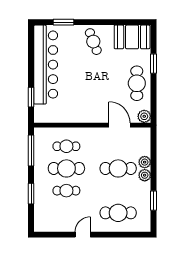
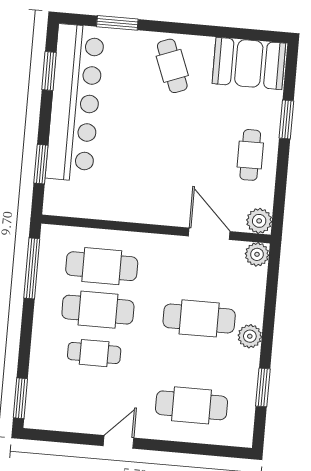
window: (31, 50) -> (49, 71), added
cafe table: (137, 83) -> (250, 155), width x0.73, depth x0.74
cafe table: (66, 146) -> (102, 266), width x1.37, depth x1.35
plant: (145, 162) -> (257, 254), moved
window: (31, 194) -> (20, 398), moved

